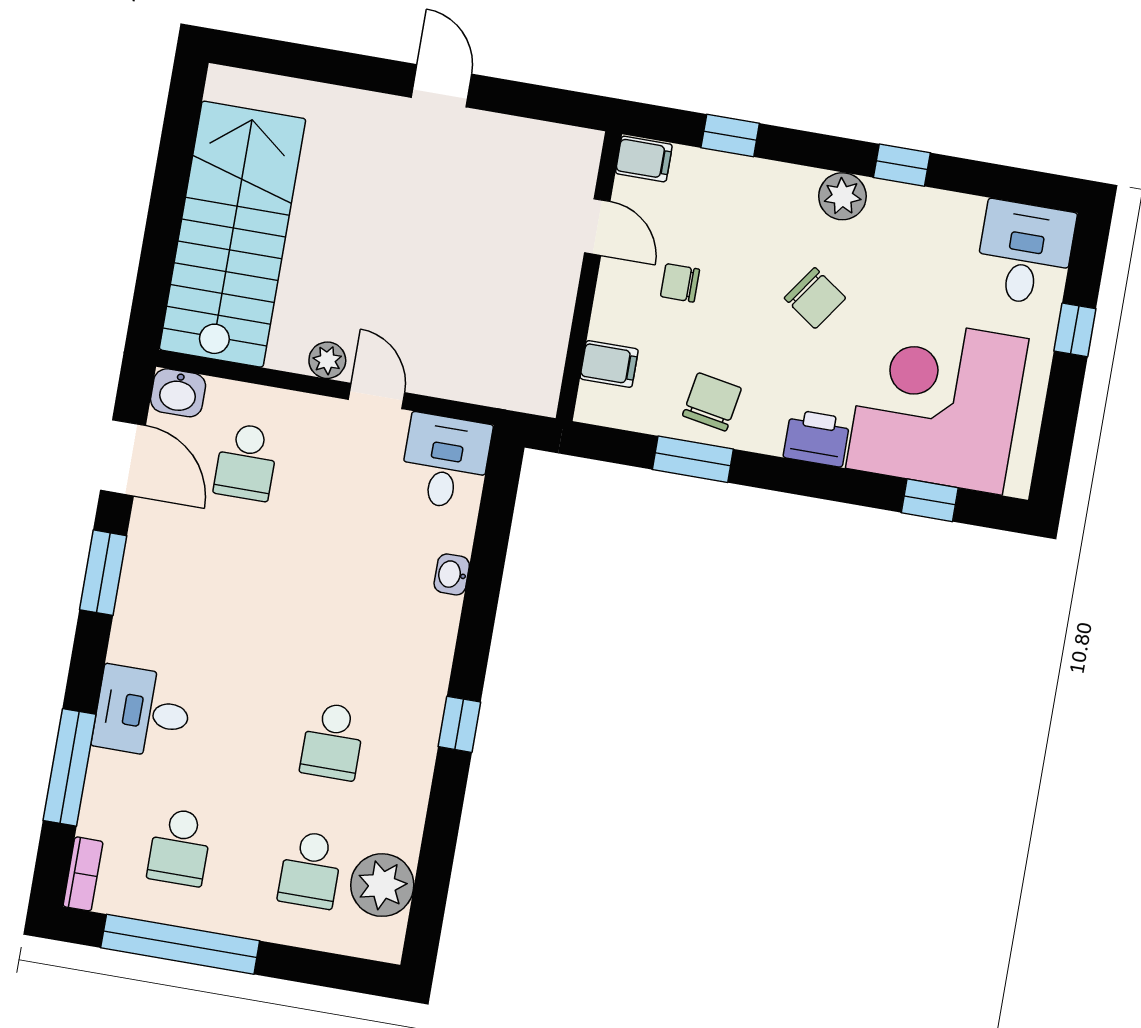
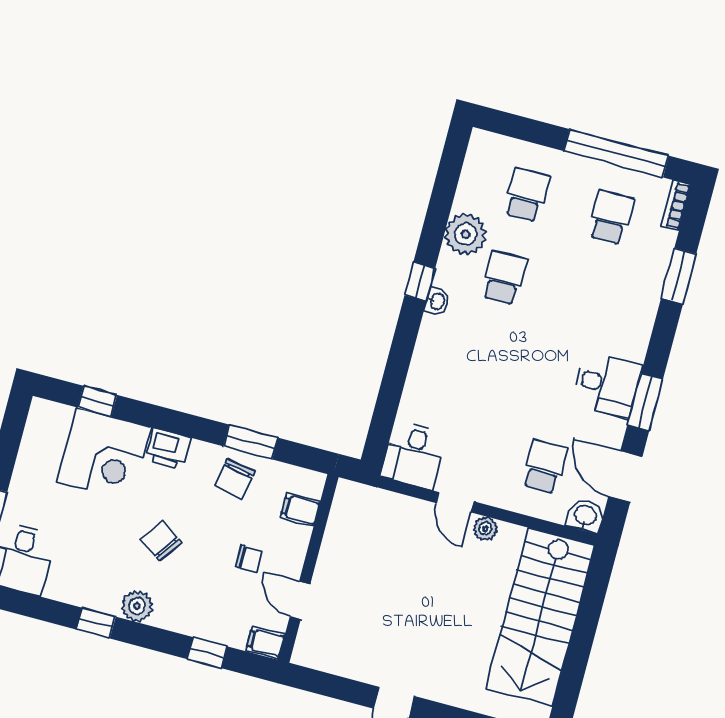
corner desk: (937, 403) -> (104, 455), width x0.74, depth x0.74
washbasin: (452, 574) -> (437, 301), moved
desk: (143, 712) -> (607, 385), moved
window: (70, 767) -> (679, 276), width x0.69
plant: (382, 885) -> (466, 234), moved

